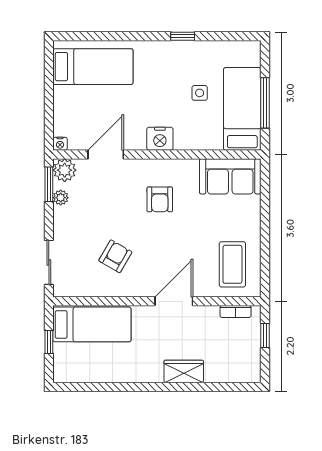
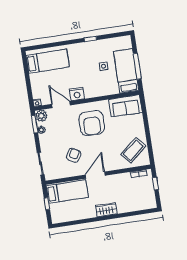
nightstand: (160, 139) -> (77, 94), moved
door: (106, 154) -> (61, 105), hinge flipped
armchair: (160, 199) -> (92, 123), width x1.88, depth x1.88
coffee table: (232, 264) -> (133, 150), turned 50
door: (174, 301) -> (95, 175), moved
wardrobe: (184, 371) -> (106, 210), moved

